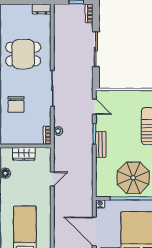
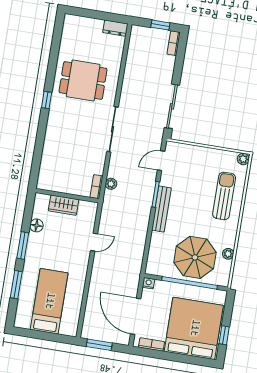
sliding door: (96, 49) -> (172, 106), moved
chair: (16, 105) -> (64, 142), removed
door: (94, 107) -> (161, 161), swing flipped
bench: (101, 144) -> (161, 209), width x1.36

